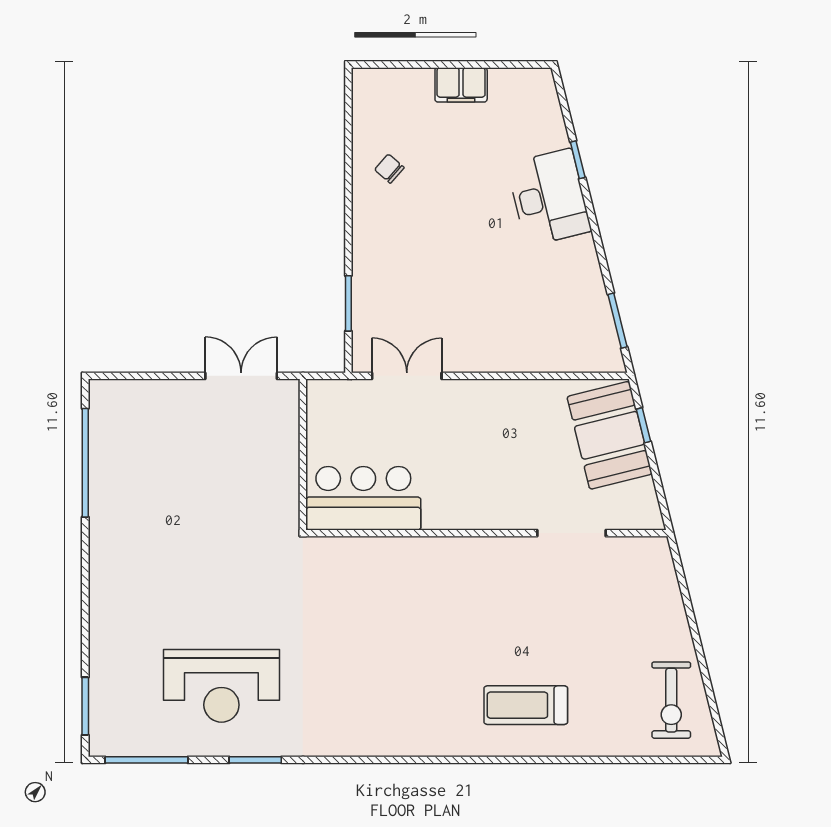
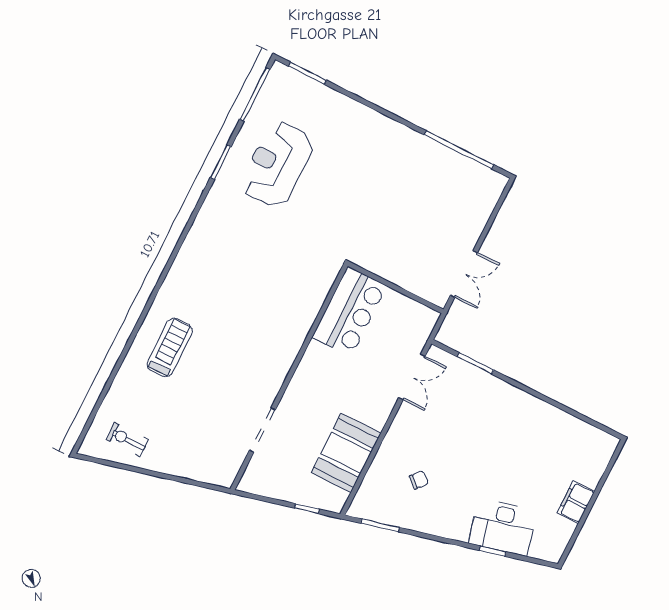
chair: (389, 169) -> (419, 480), moved
desk: (549, 197) -> (503, 527), moved
booth: (610, 435) -> (346, 453), moved, turned -76
exercise bike: (671, 700) -> (127, 440), width x0.73, depth x0.72

